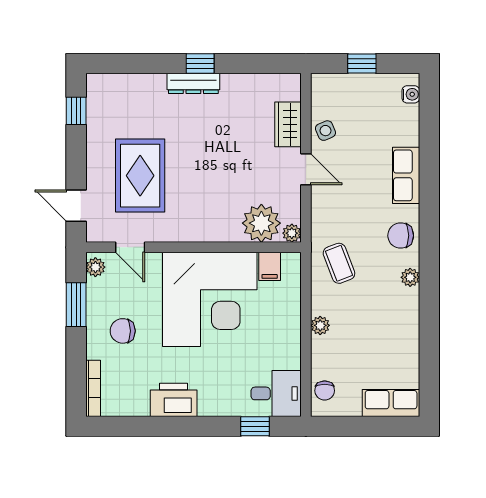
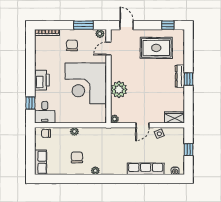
wardrobe: (288, 124) -> (174, 117), moved
row of seats: (406, 175) -> (146, 169), width x1.48
rug: (140, 176) -> (156, 48), moved
door: (76, 206) -> (127, 25), hinge flipped
plant: (261, 223) -> (119, 90), moved
chair: (401, 236) -> (77, 157), moved
coffee table: (339, 263) -> (101, 140), removed
filing cabinet: (270, 266) -> (100, 109), removed
printer: (174, 400) -> (42, 80), moved

